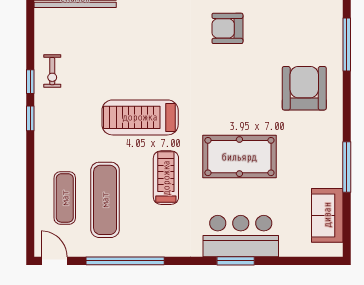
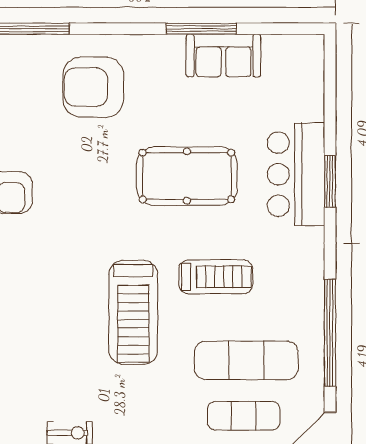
pool table: (239, 157) -> (187, 176), turned 90
treadmill: (166, 178) -> (216, 277), turned 180
sofa: (327, 215) -> (224, 56), moved

